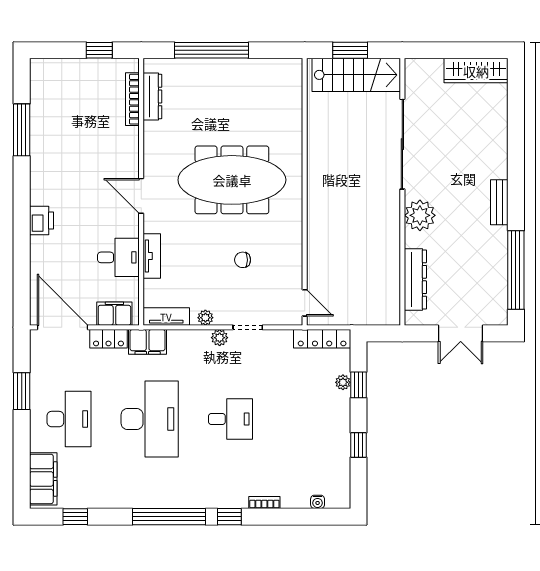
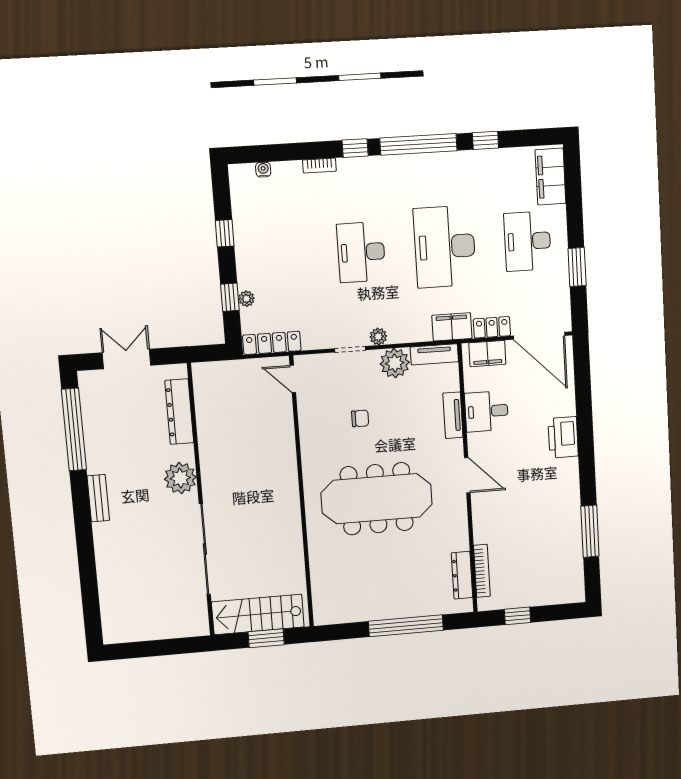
wardrobe: (476, 71) -> (135, 629), removed
printer: (42, 221) -> (563, 437), width x1.37, depth x1.19
plant: (205, 318) -> (395, 363), width x1.88, depth x1.88
desk: (230, 419) -> (361, 252), width x1.37
window: (75, 517) -> (485, 140), moved

